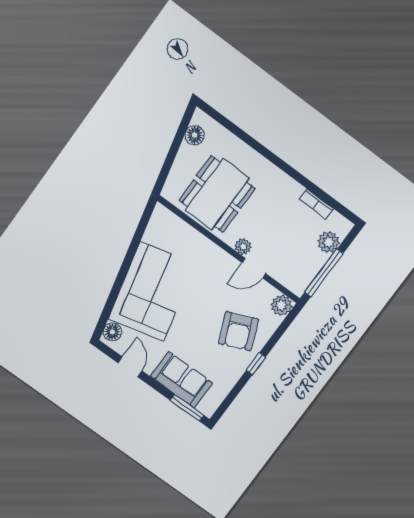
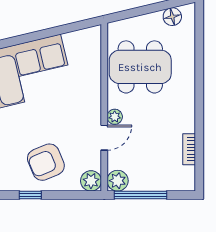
plant: (329, 242) -> (118, 181), moved
door: (254, 268) -> (104, 138), swing flipped

